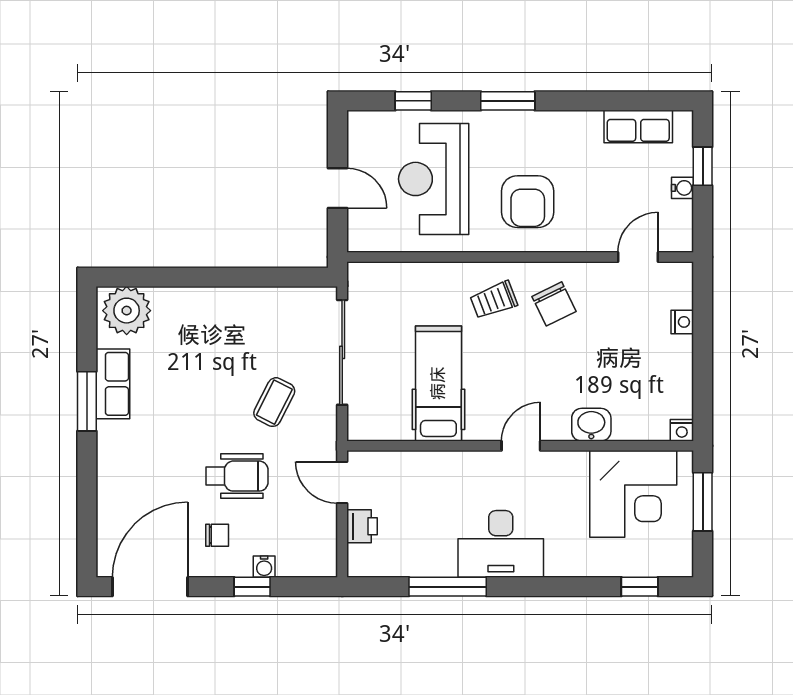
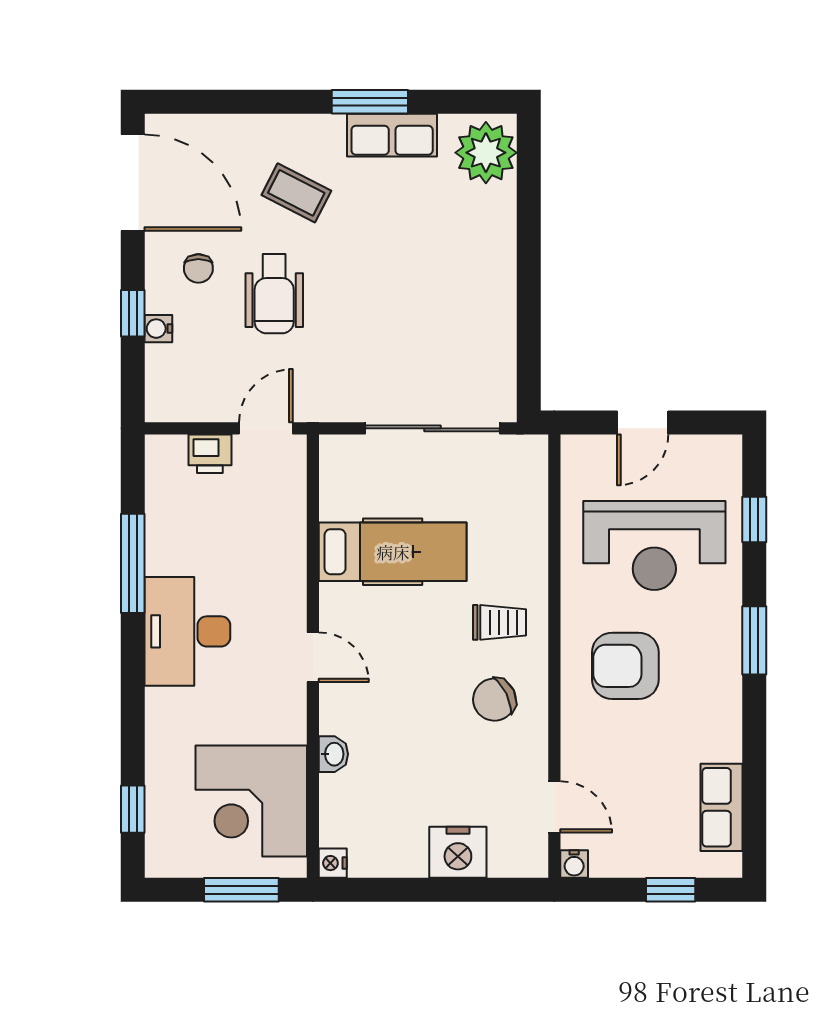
reception desk: (434, 179) -> (654, 546), turned 180
water cooler: (682, 188) -> (574, 864), moved
trolley: (494, 300) -> (499, 622), turned 111
nightstand: (682, 322) -> (458, 852), width x1.89, depth x1.79
coffee table: (274, 402) -> (296, 193), moved
washbasin: (591, 425) -> (333, 754), width x0.72, depth x0.69

